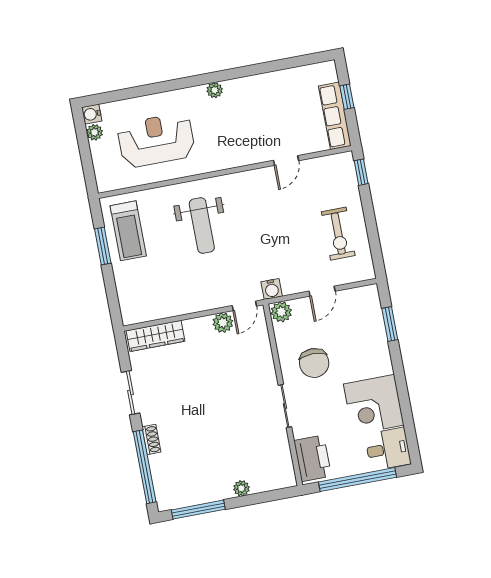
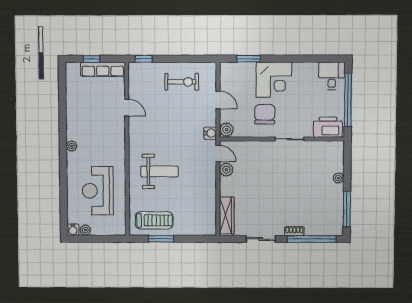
chair: (314, 363) -> (265, 114), turned -90
corner desk: (374, 404) -> (274, 80), moved

